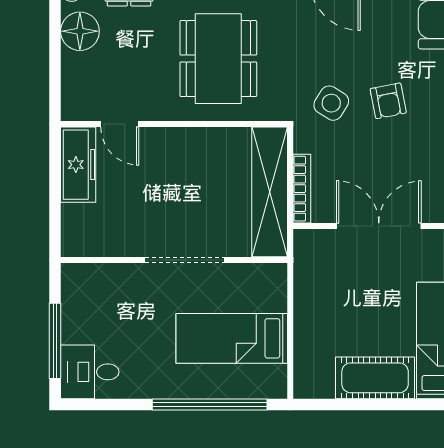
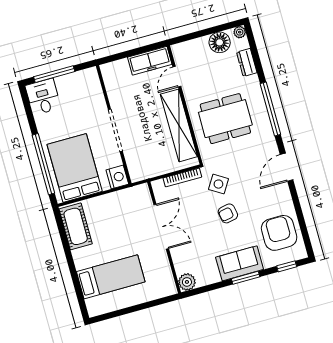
bookcase: (302, 189) -> (182, 178), moved
shelving: (270, 192) -> (179, 125), moved, turned 90
nightstand: (269, 279) -> (117, 177), added
bed: (232, 338) -> (75, 168), width x1.50
cot: (375, 378) -> (76, 226), moved

